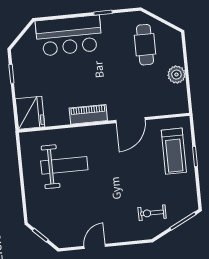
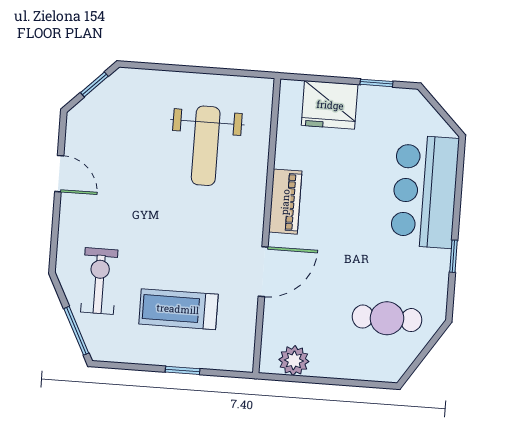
plant: (176, 75) -> (294, 360), moved
fridge: (30, 113) -> (330, 105), moved
door: (131, 120) -> (263, 272), swing flipped
treadmill: (174, 151) -> (178, 309), moved
exercise bike: (152, 213) -> (99, 281), width x1.38, depth x1.39

